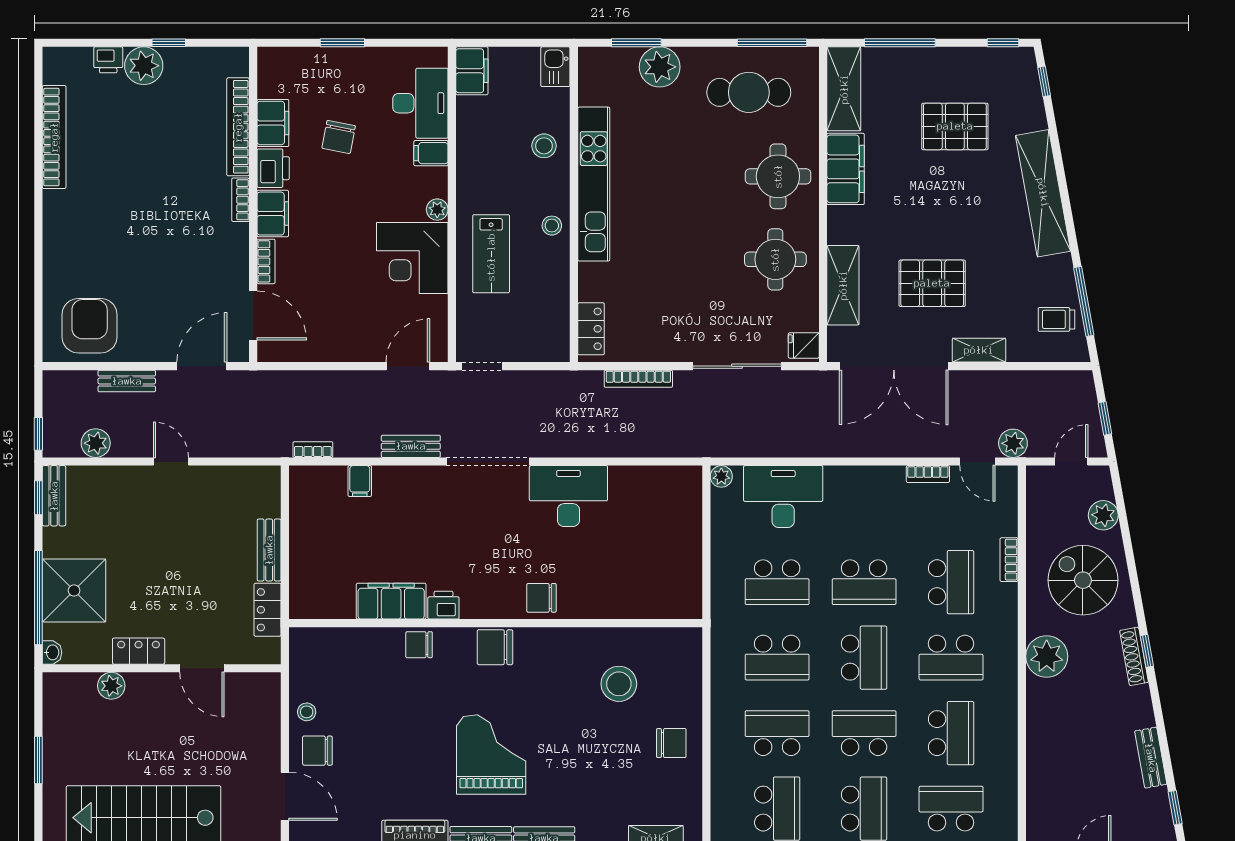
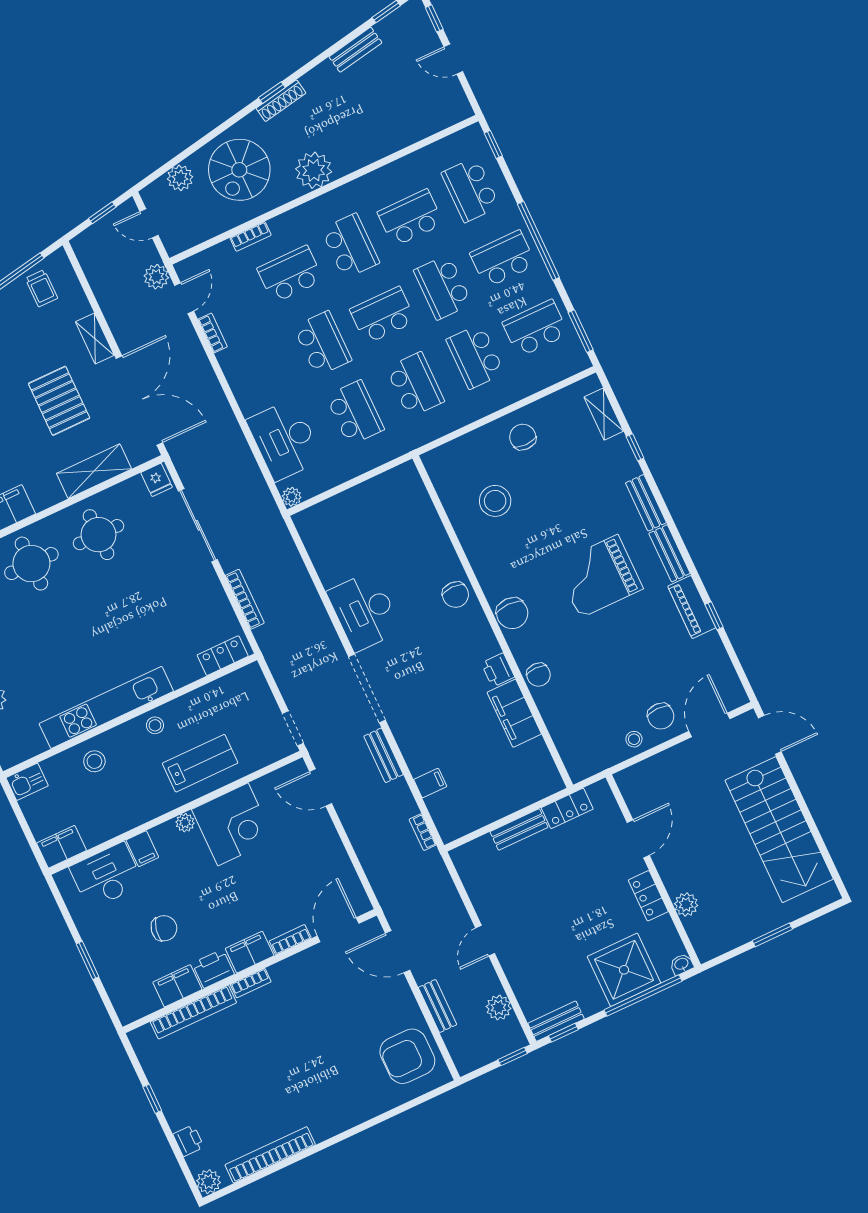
plant: (144, 66) -> (209, 1182), moved, width x0.73, depth x0.73

